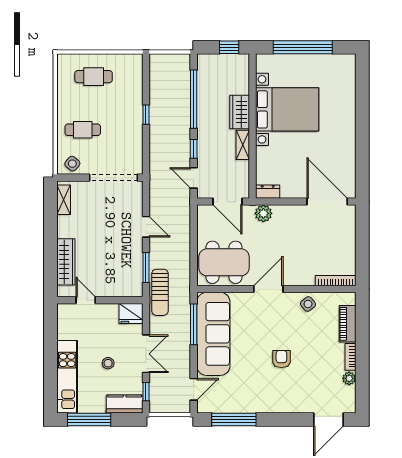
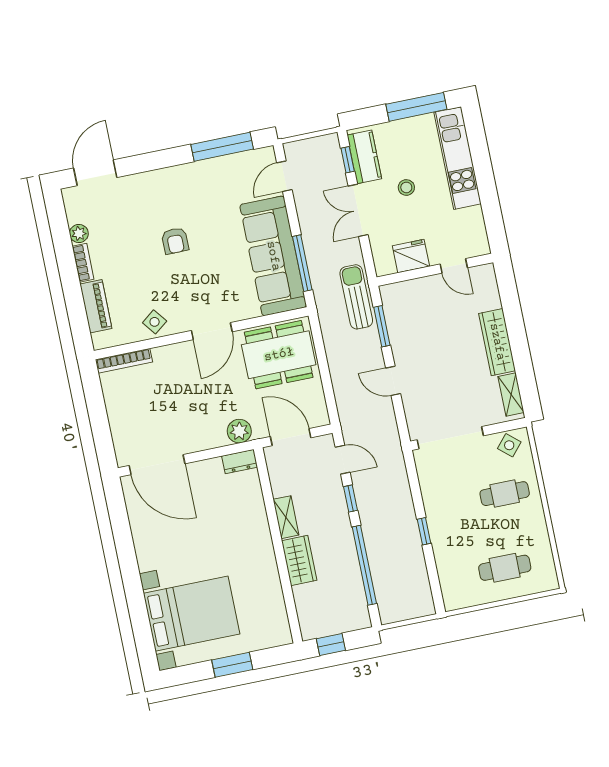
window: (303, 47) -> (232, 665), width x0.47
bed with nightstands: (287, 109) -> (192, 614), moved, turned 180
wardrobe: (66, 262) -> (497, 342), moved
fridge: (131, 313) -> (411, 256), moved
kitchen counter: (125, 404) -> (364, 157), moved, turned -90

